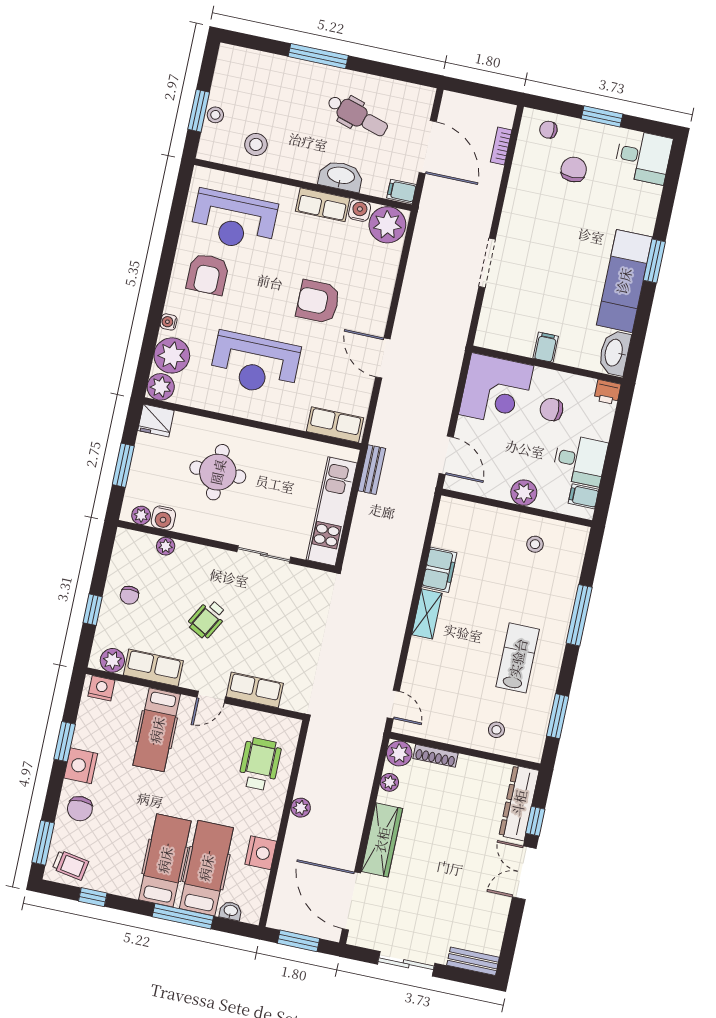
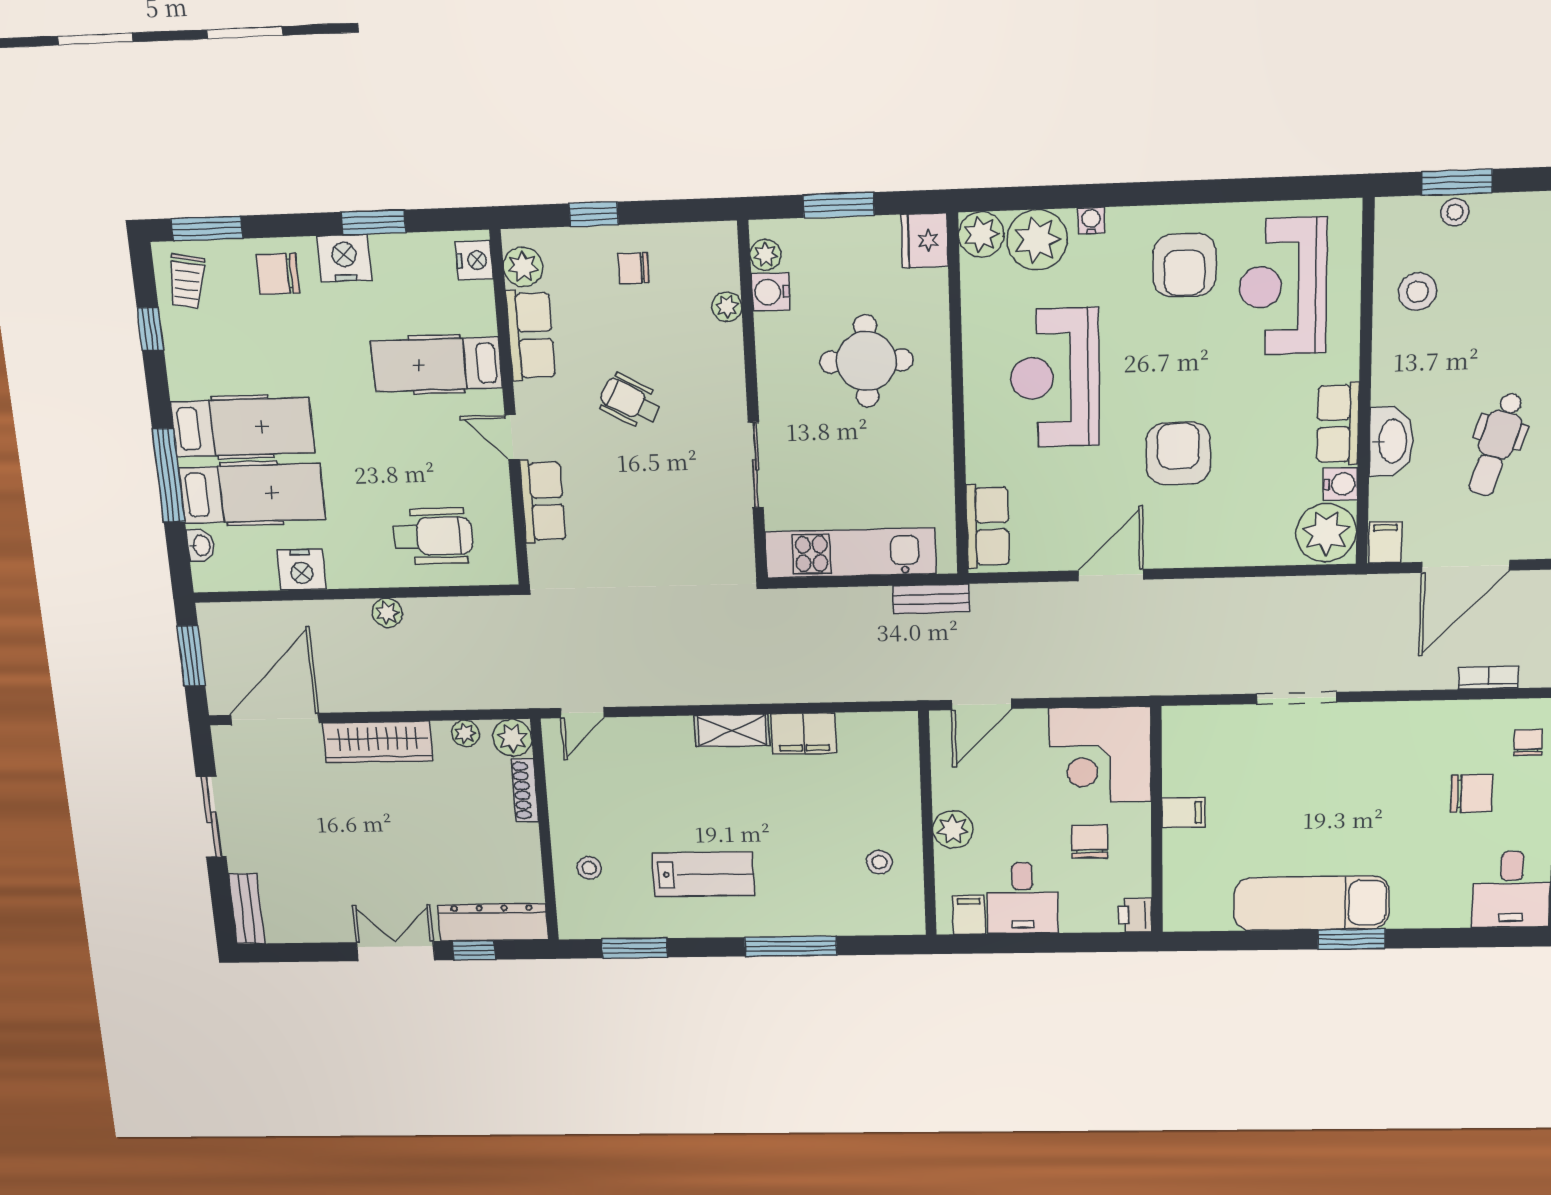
armchair: (208, 274) -> (1184, 265), turned -90
washbasin: (614, 353) -> (1198, 912), removed

